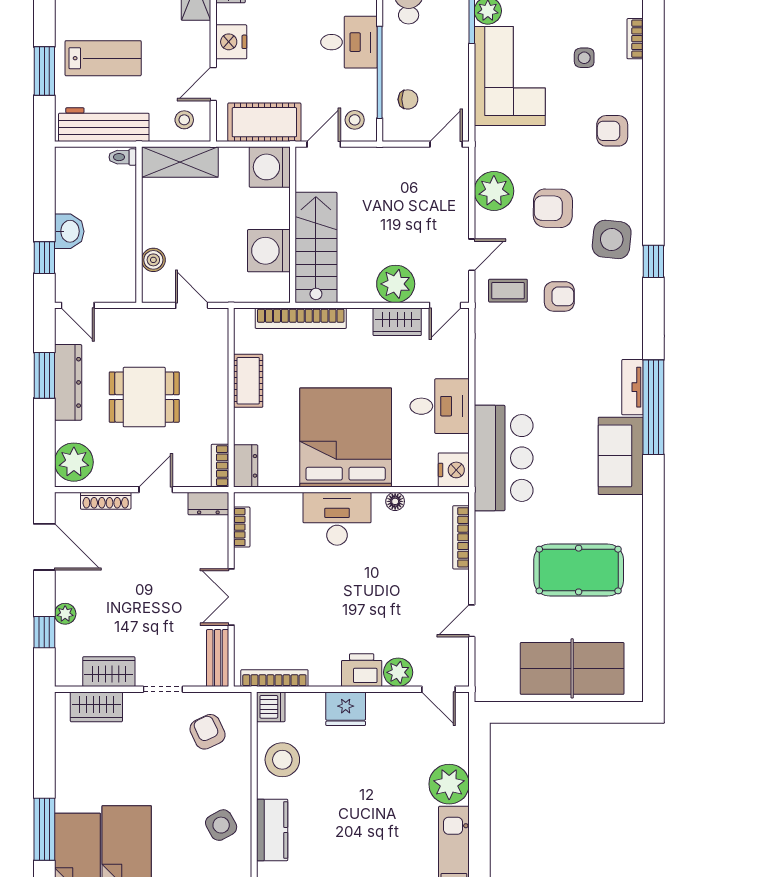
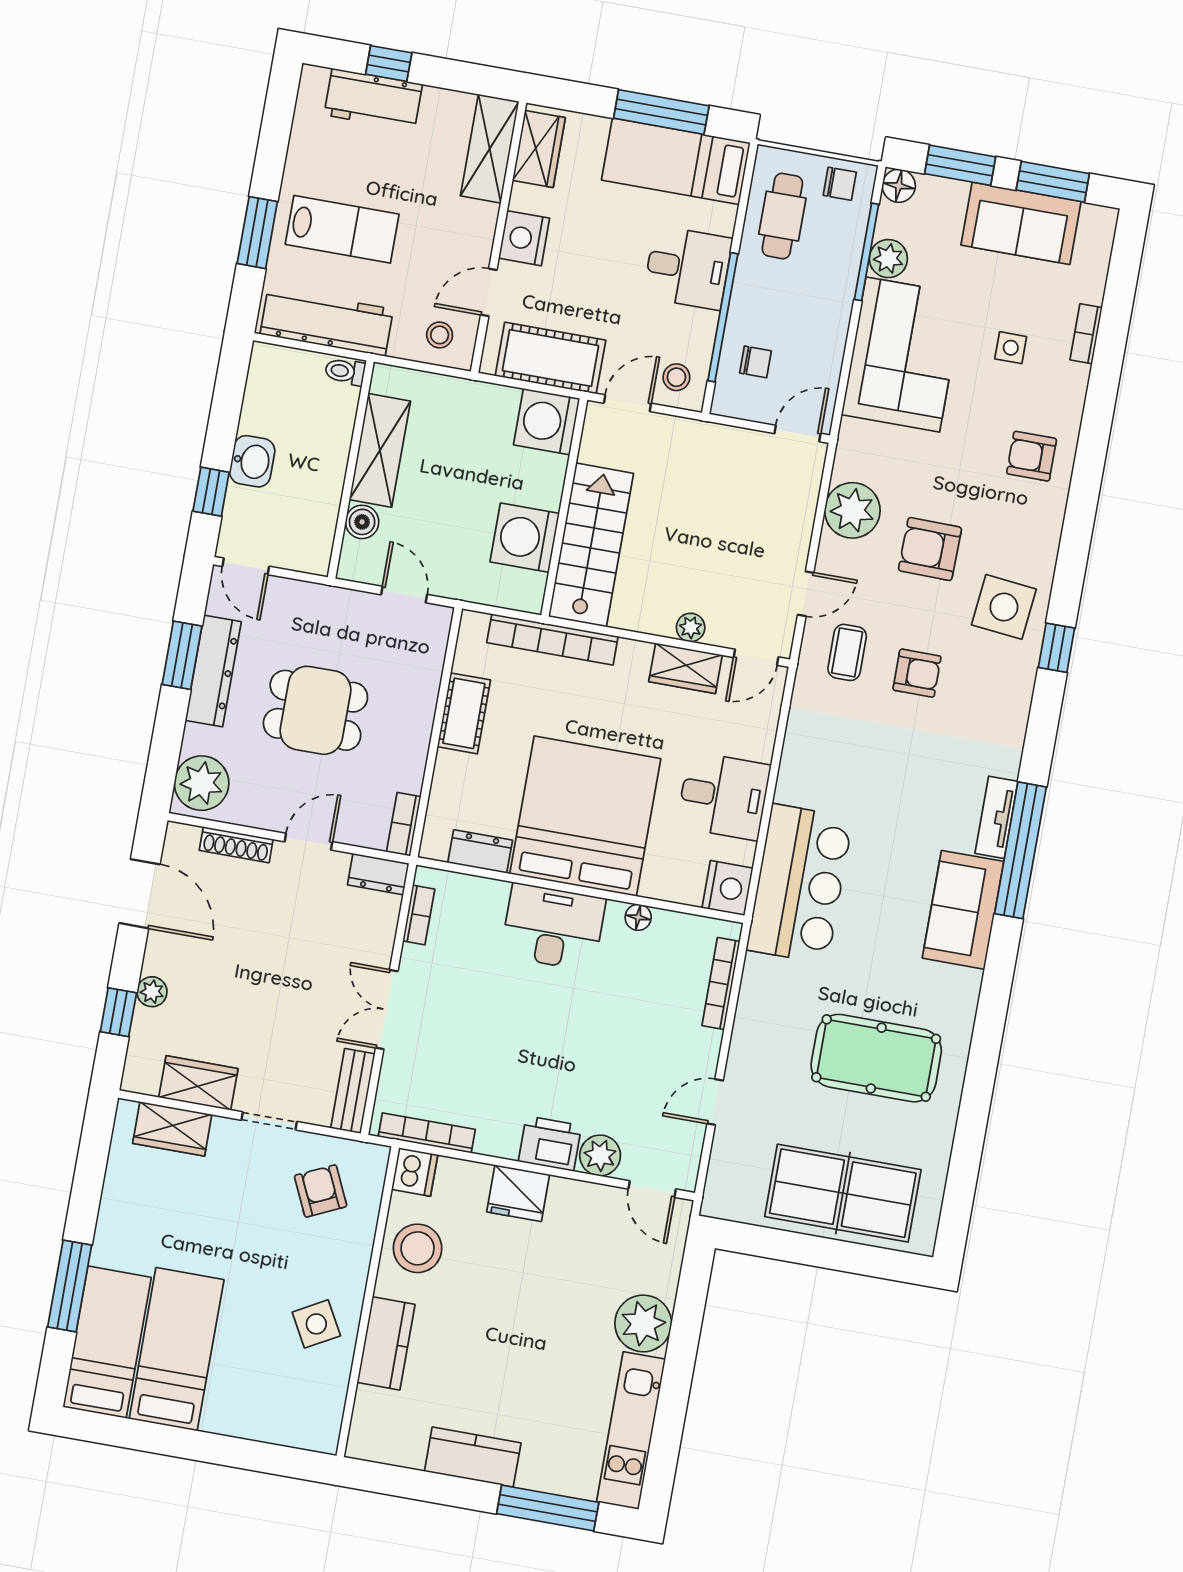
shelving: (180, 162) -> (380, 450), moved, turned 90
plant: (396, 284) -> (691, 627), width x0.53, depth x0.53
coffee table: (508, 291) -> (847, 652), turned 90
dresser: (246, 466) -> (480, 851), moved, turned -90

